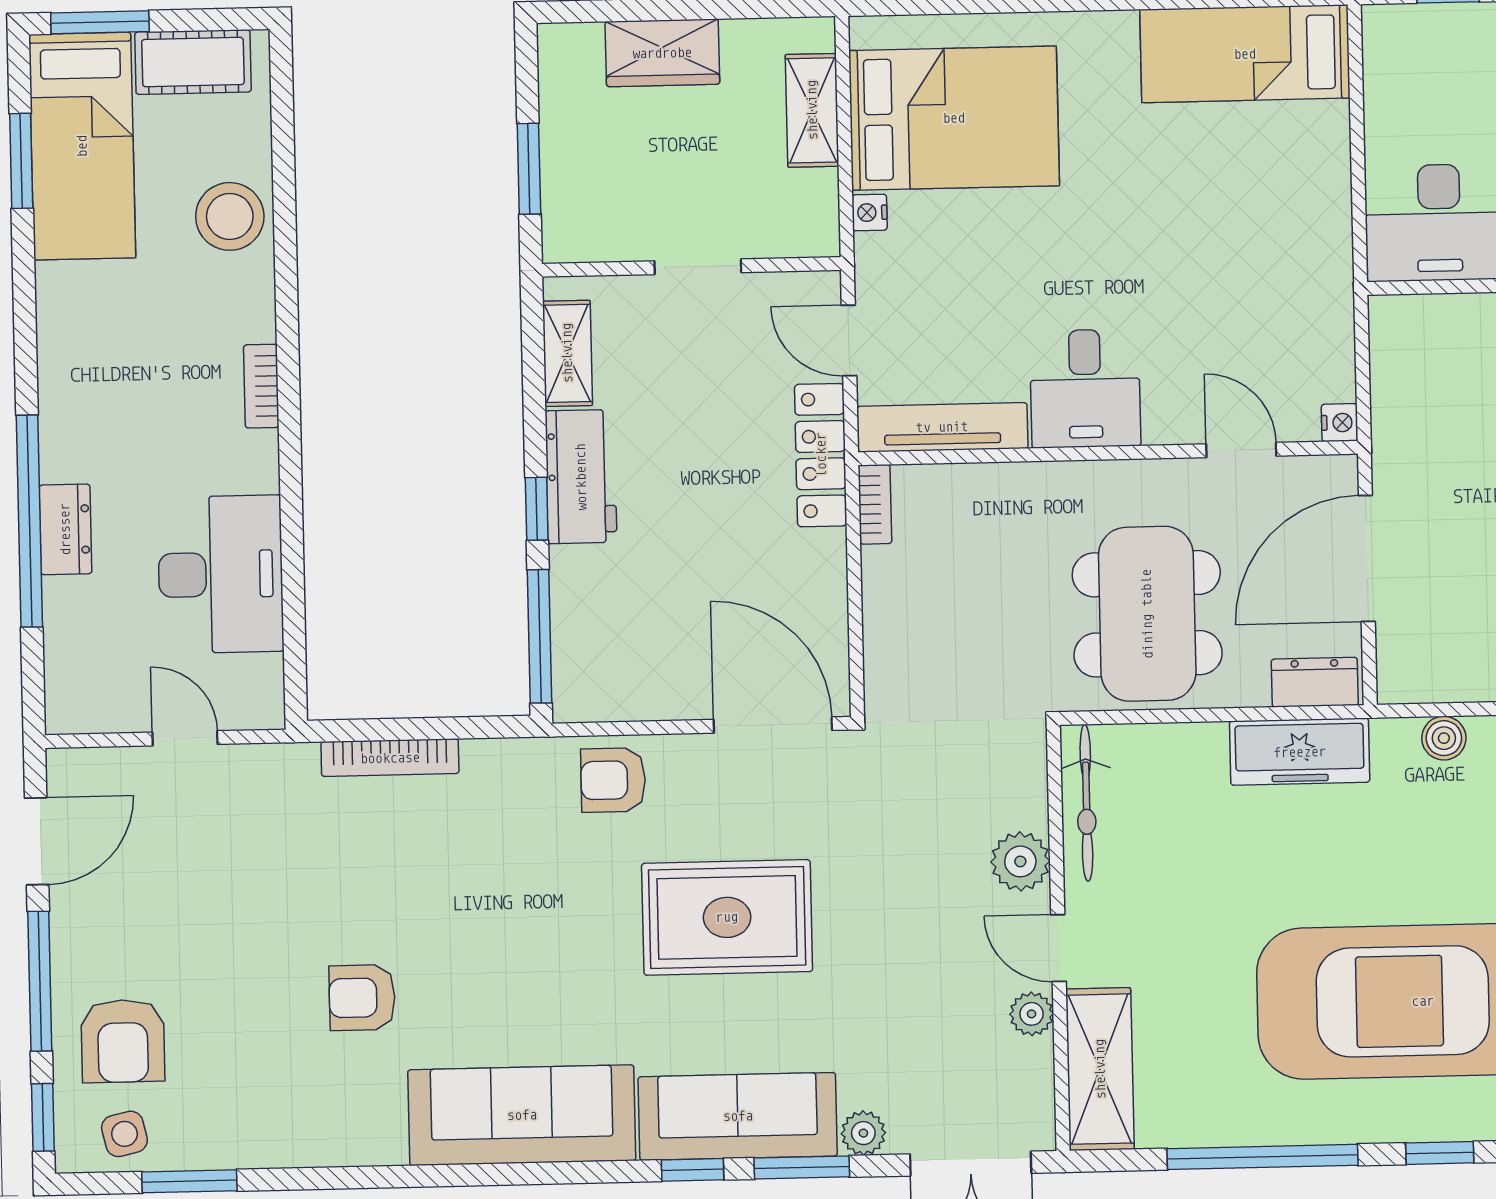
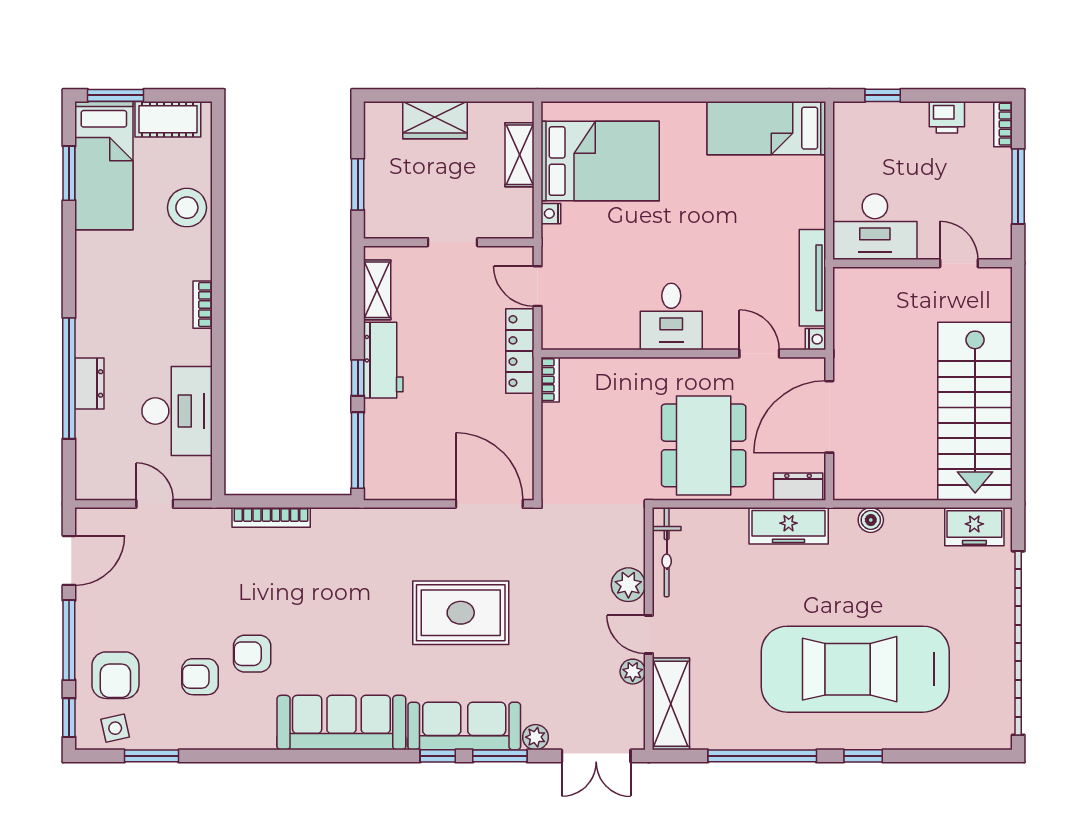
tv unit: (942, 427) -> (813, 278), moved, turned -90
armchair: (613, 780) -> (200, 677), moved

